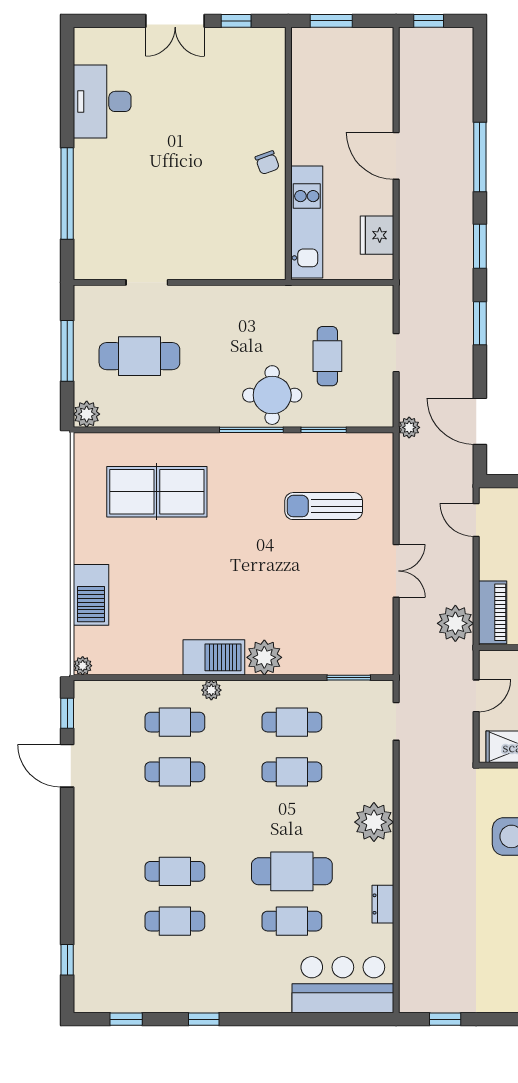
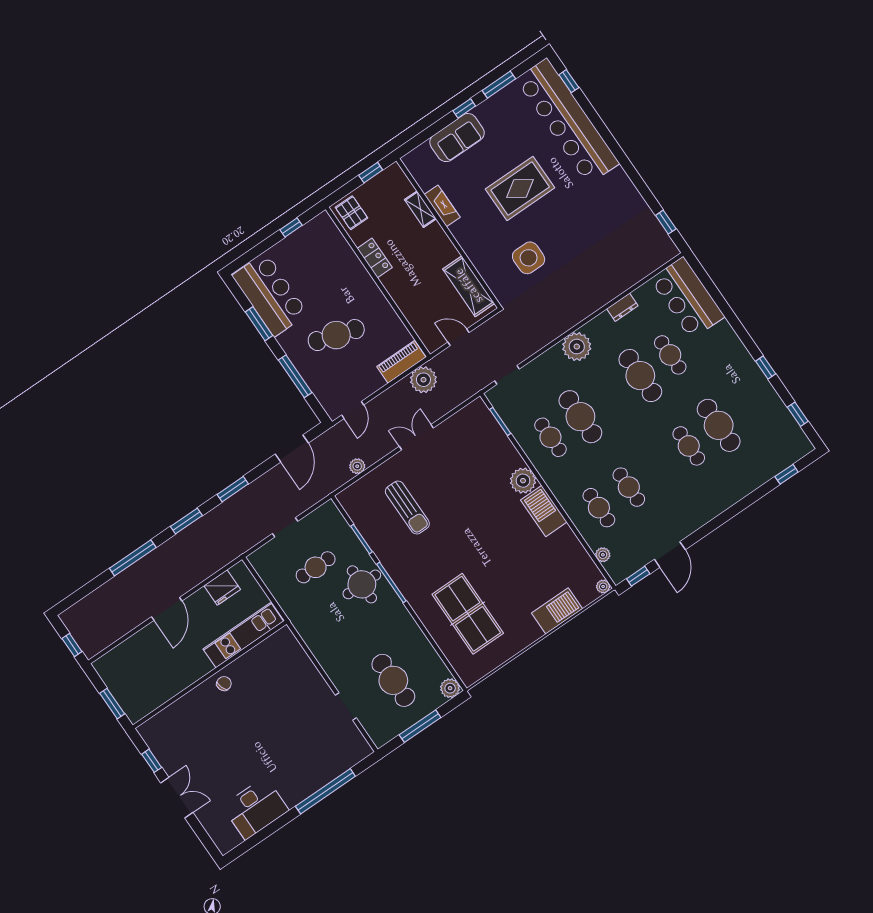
plant: (409, 427) -> (357, 466), moved
plant: (211, 690) -> (603, 555), moved
cafe table: (292, 772) -> (580, 417), width x1.37, depth x1.35
cafe table: (175, 921) -> (719, 425), width x1.37, depth x1.35

